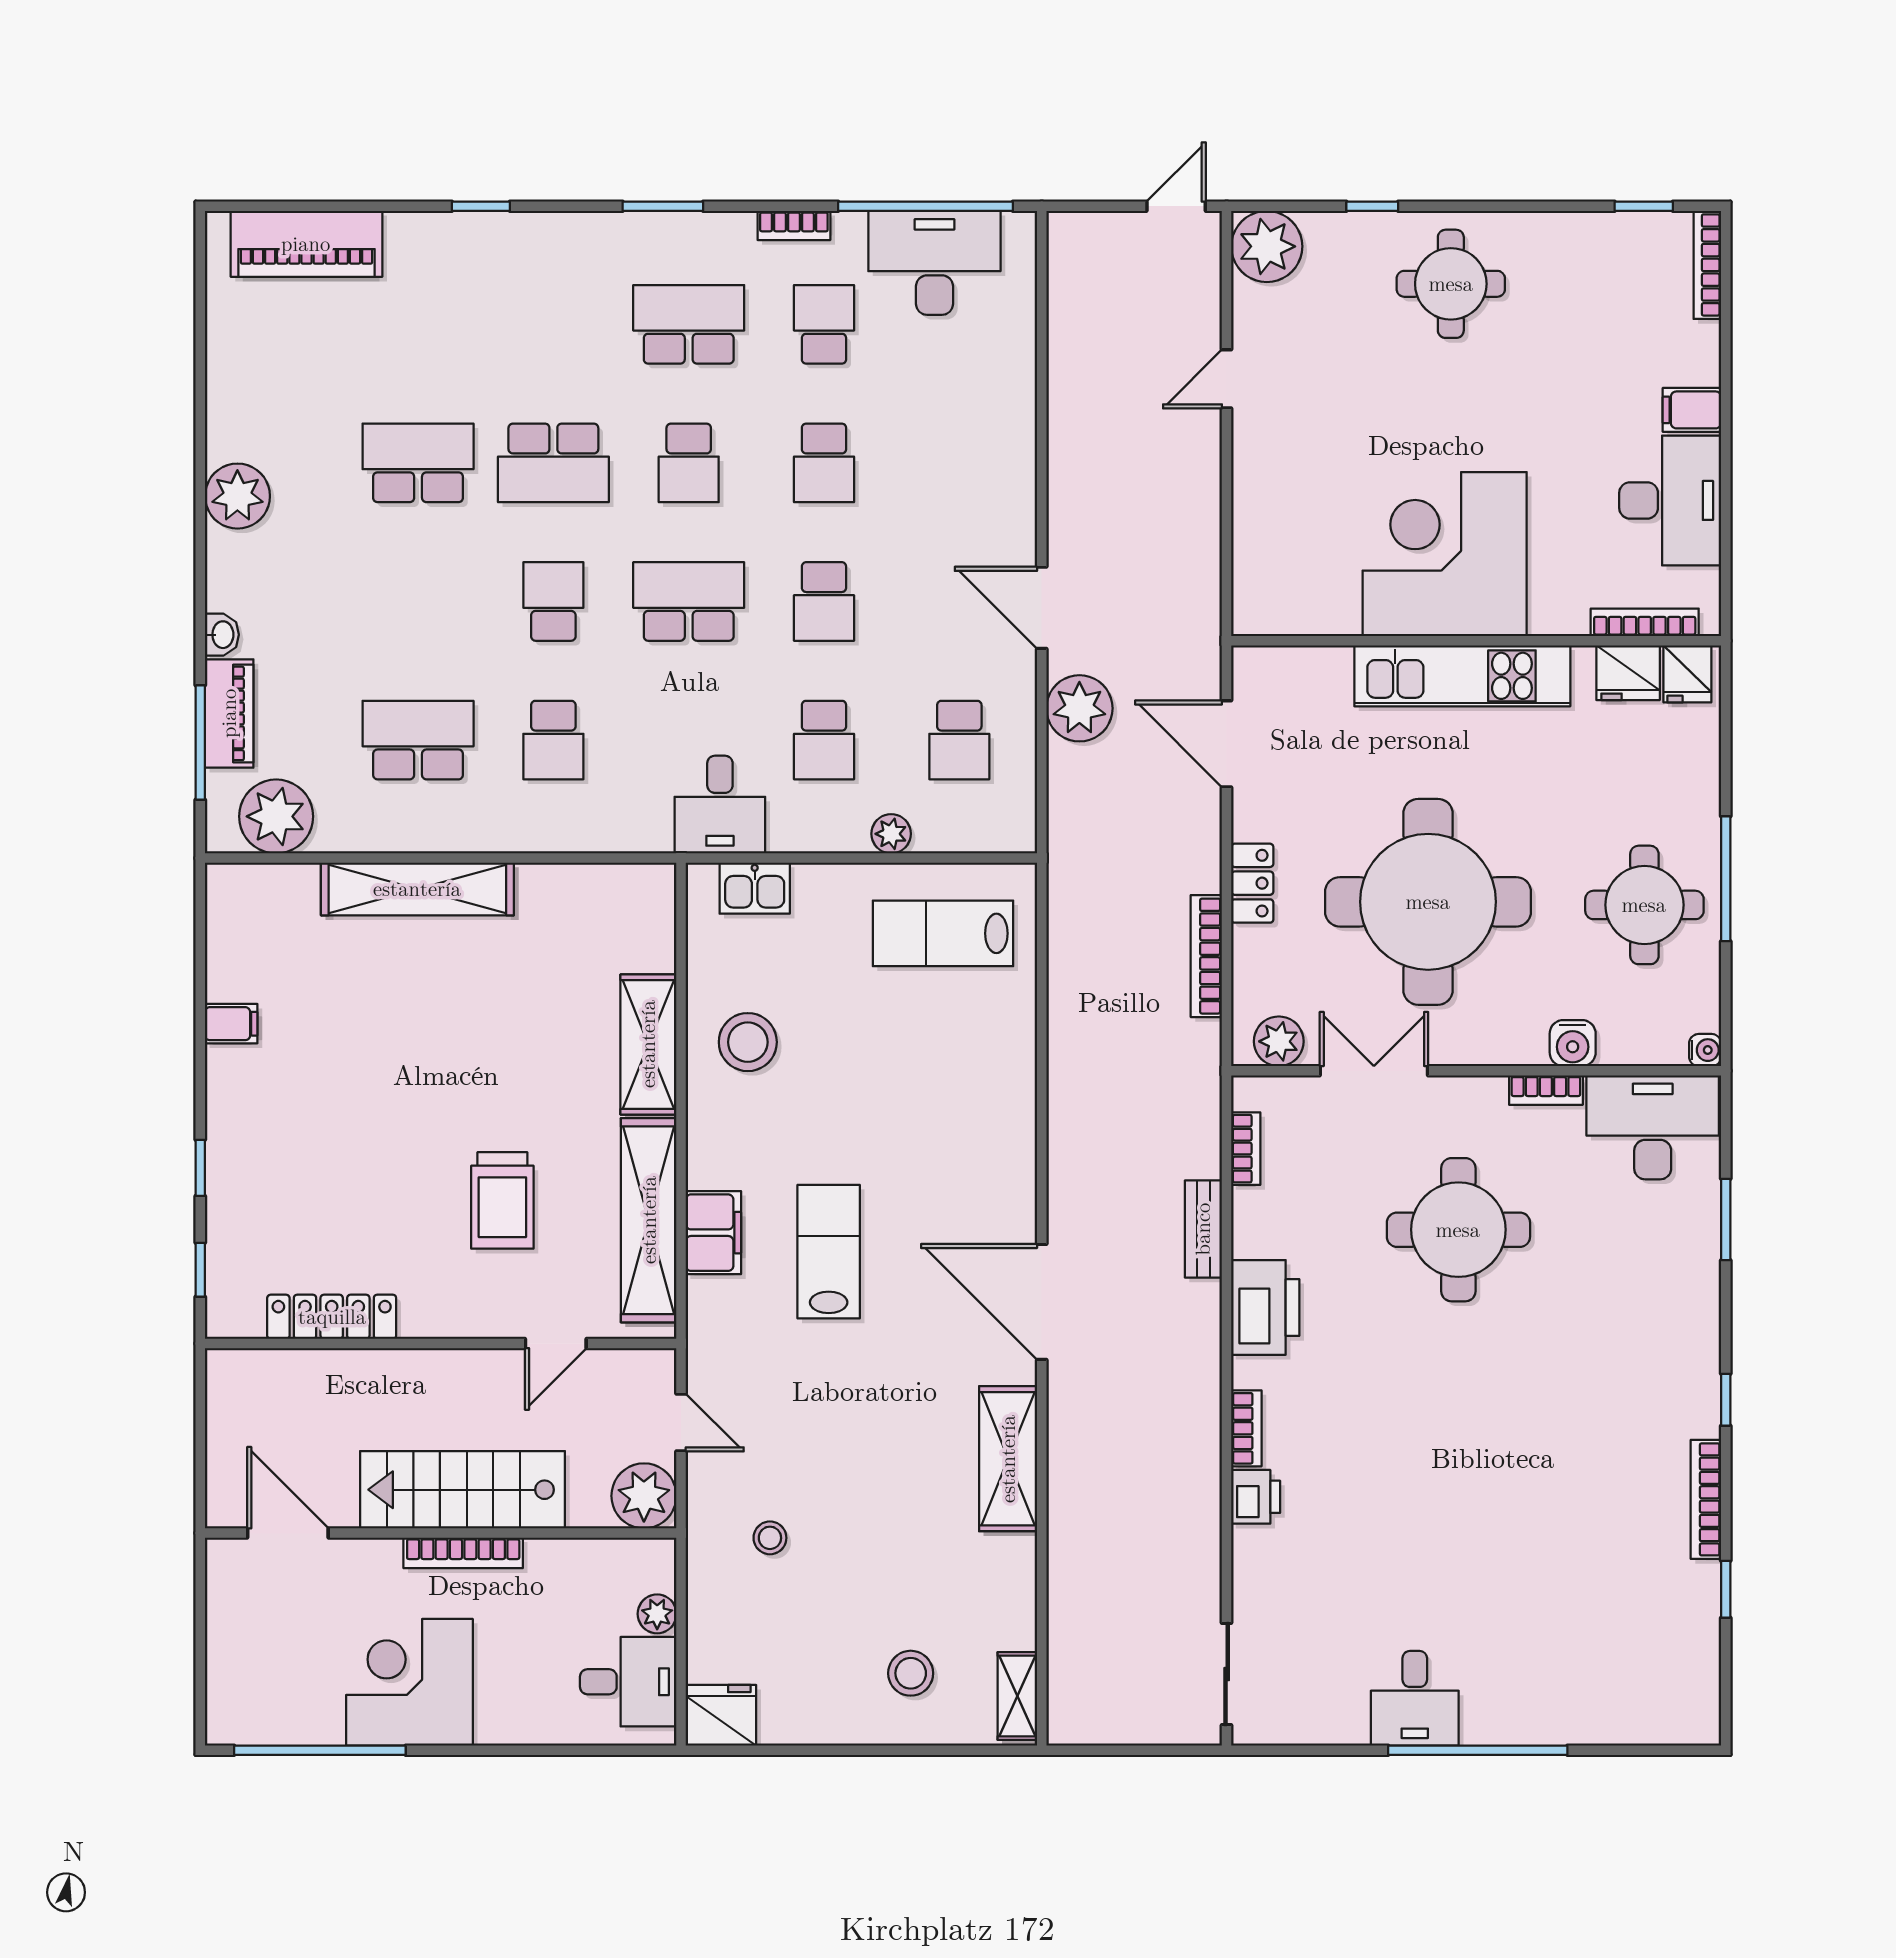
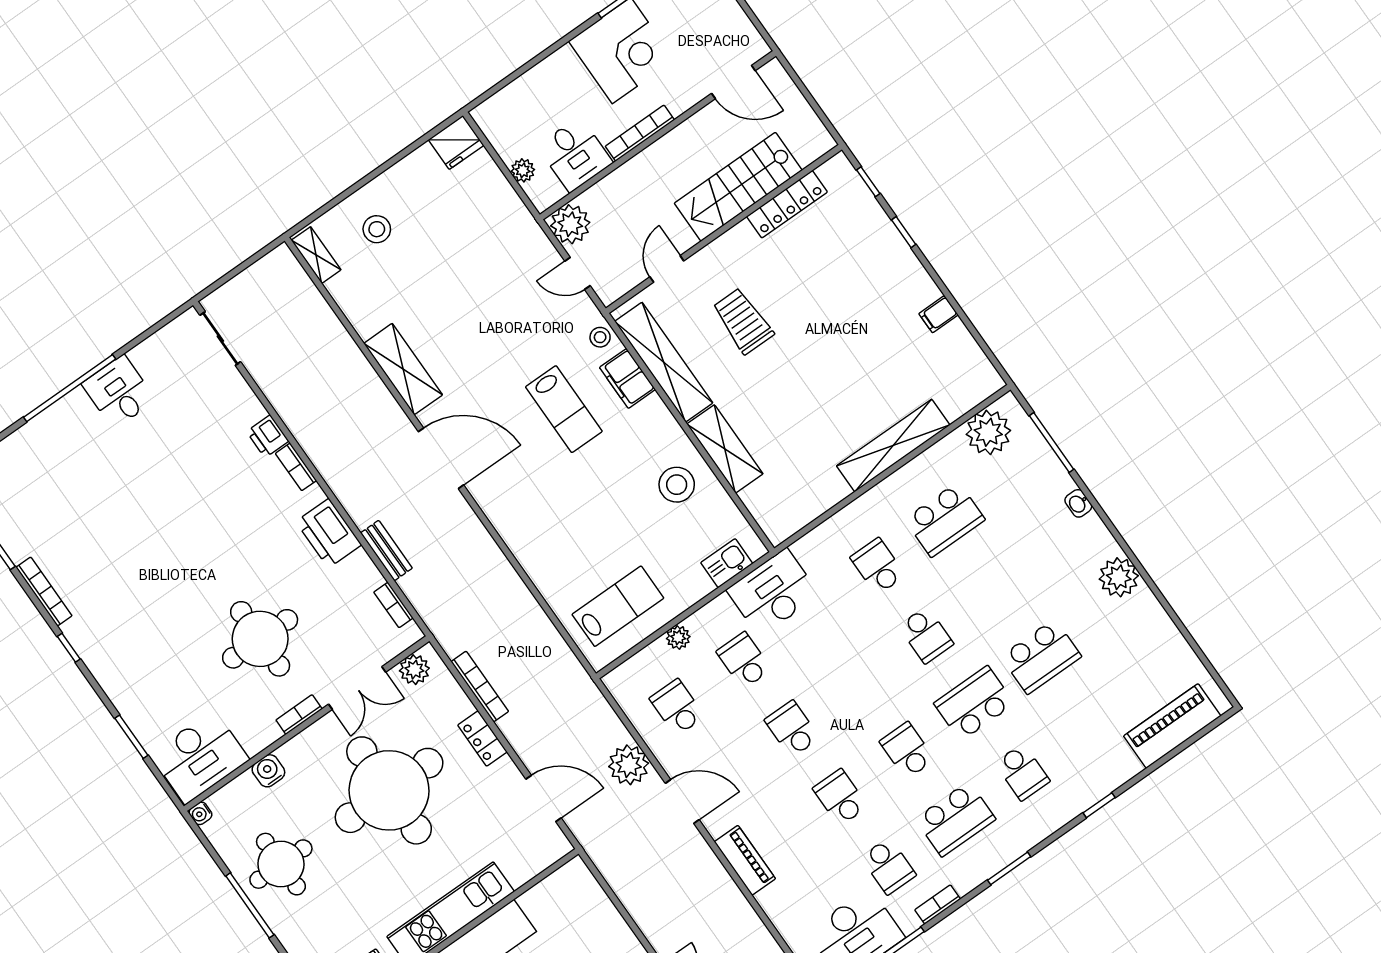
school desk: (689, 601) -> (1022, 772), moved, width x0.54
piano: (229, 713) -> (745, 860), moved, turned 180
desk: (720, 805) -> (773, 592), width x1.37
bookcase: (1546, 1090) -> (299, 715), moved
stairs: (463, 1490) -> (738, 187), moved, turned 180
stool: (770, 1538) -> (600, 337), moved
desk: (628, 1682) -> (575, 154), moved, turned -90

